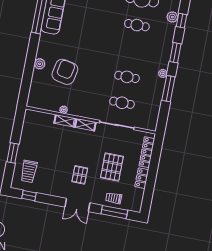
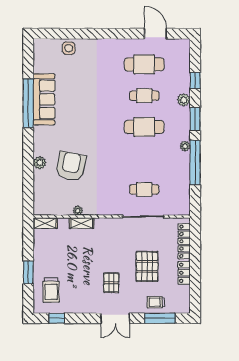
plant: (172, 17) -> (184, 100), moved
cafe table: (127, 77) -> (144, 127), moved, width x1.37, depth x1.35
window: (168, 89) -> (195, 162), width x1.46
shelving: (85, 125) -> (45, 223), moved

